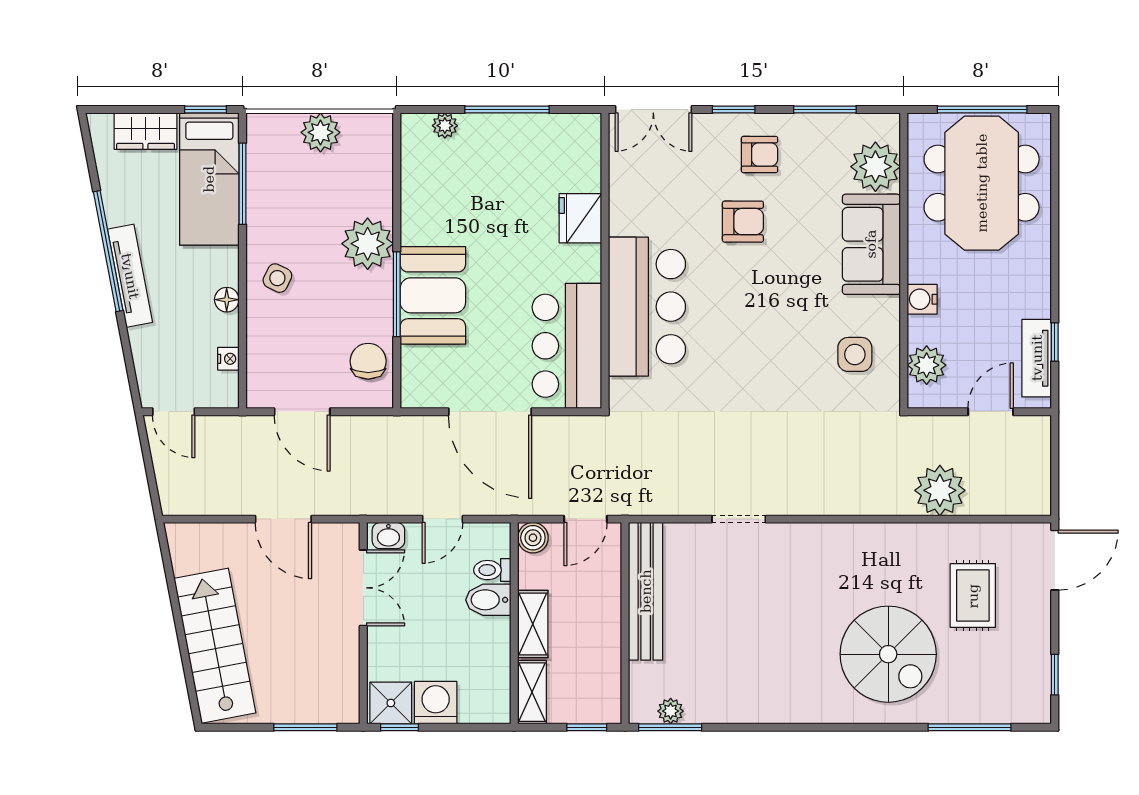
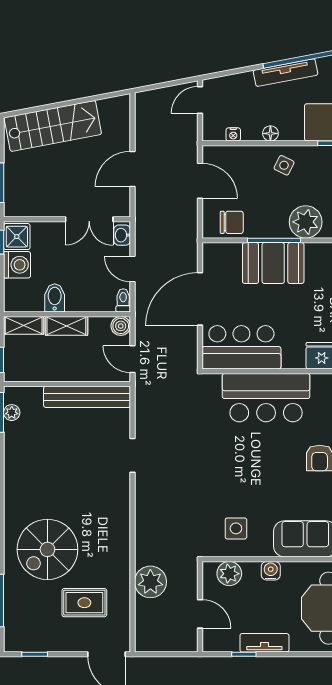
tv unit: (1037, 358) -> (264, 643), moved
door: (302, 412) -> (200, 181), swing flipped
toilet: (492, 570) -> (123, 300), moved
bidet: (488, 600) -> (55, 298), moved

